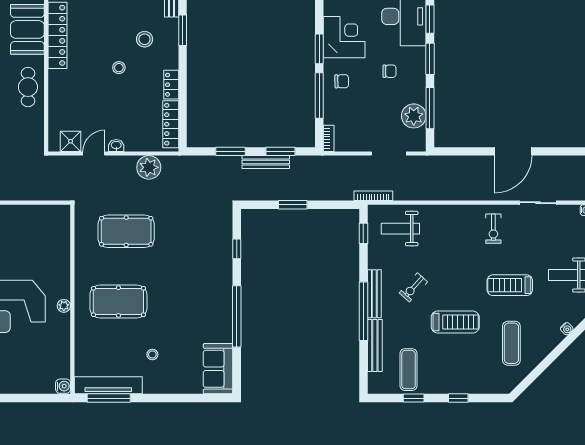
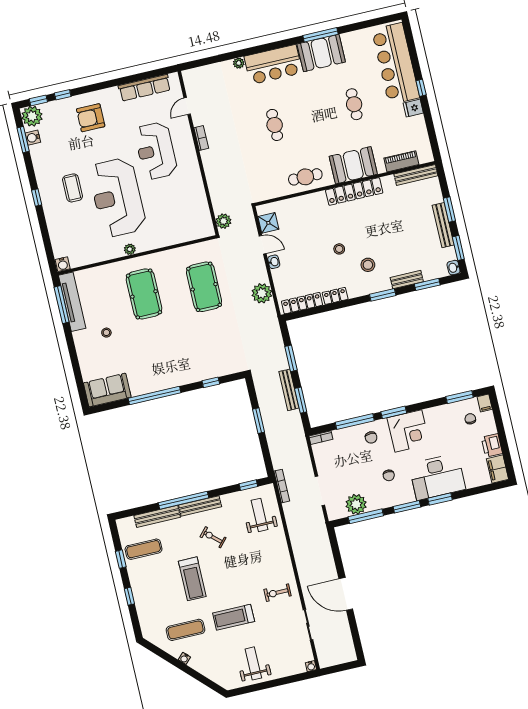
plant: (57, 192) -> (224, 221), added
treadmill: (510, 285) -> (234, 617), turned -90
water cooler: (567, 329) -> (184, 658), moved

